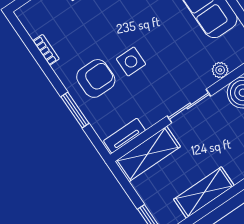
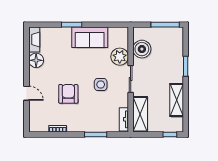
side table: (131, 61) -> (101, 84), moved
plant: (220, 70) -> (120, 57), width x1.87, depth x1.87
armchair: (96, 78) -> (68, 94), moved

